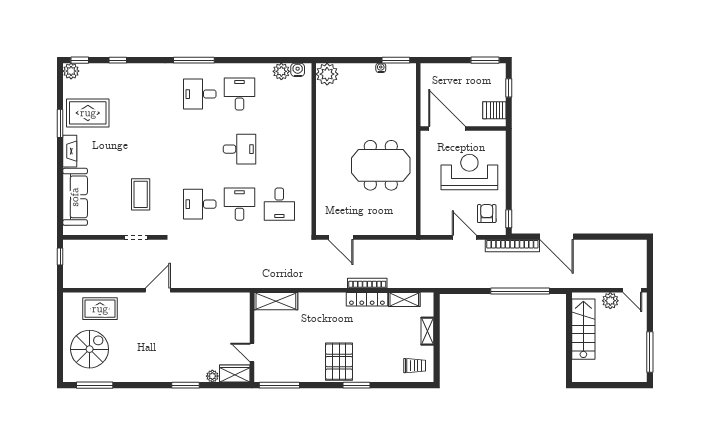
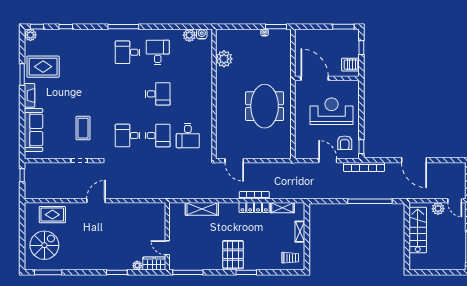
plant: (327, 74) -> (224, 59), moved
meeting table: (381, 165) -> (265, 106), turned 90
desk: (239, 204) -> (158, 136), turned 90
armchair: (487, 214) -> (345, 143), turned 180
door: (557, 237) -> (414, 160), moved
shelving: (276, 301) -> (202, 209), moved

